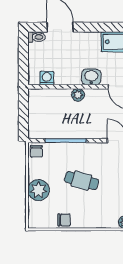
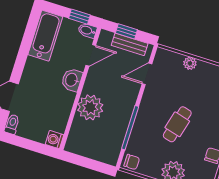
washing machine: (47, 78) -> (55, 140), moved
plant: (78, 95) -> (90, 107), width x1.88, depth x1.88

